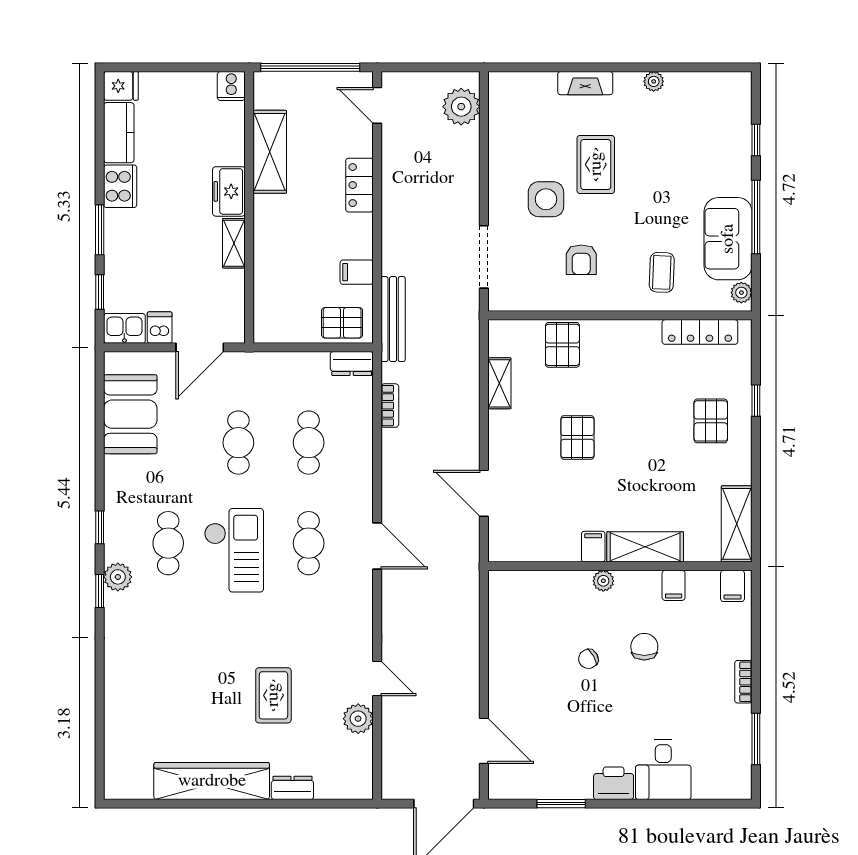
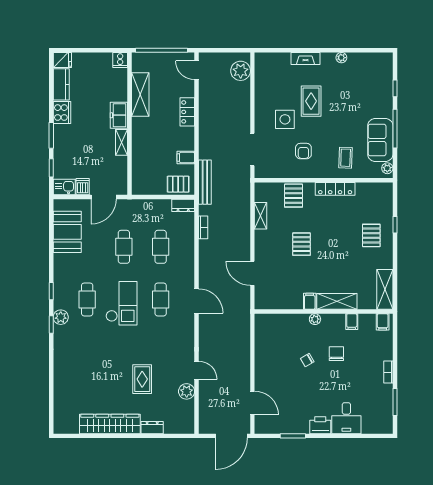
locker: (700, 332) -> (335, 189), moved

